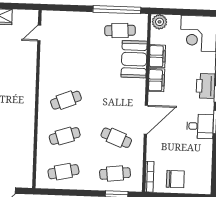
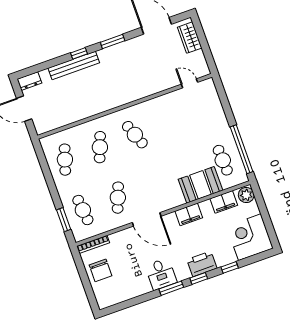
filing cabinet: (157, 56) -> (224, 202), moved
cafe table: (65, 136) -> (100, 147), turned 39
cafe table: (63, 172) -> (65, 160), turned 30

